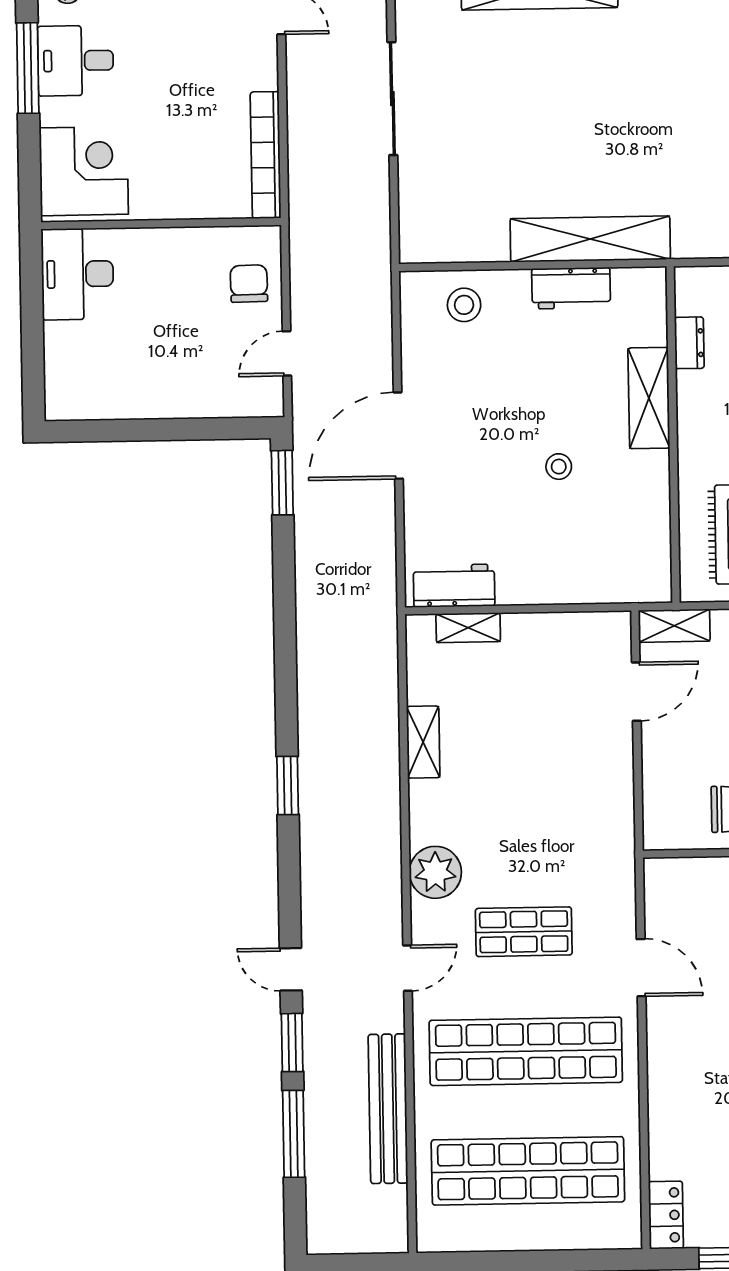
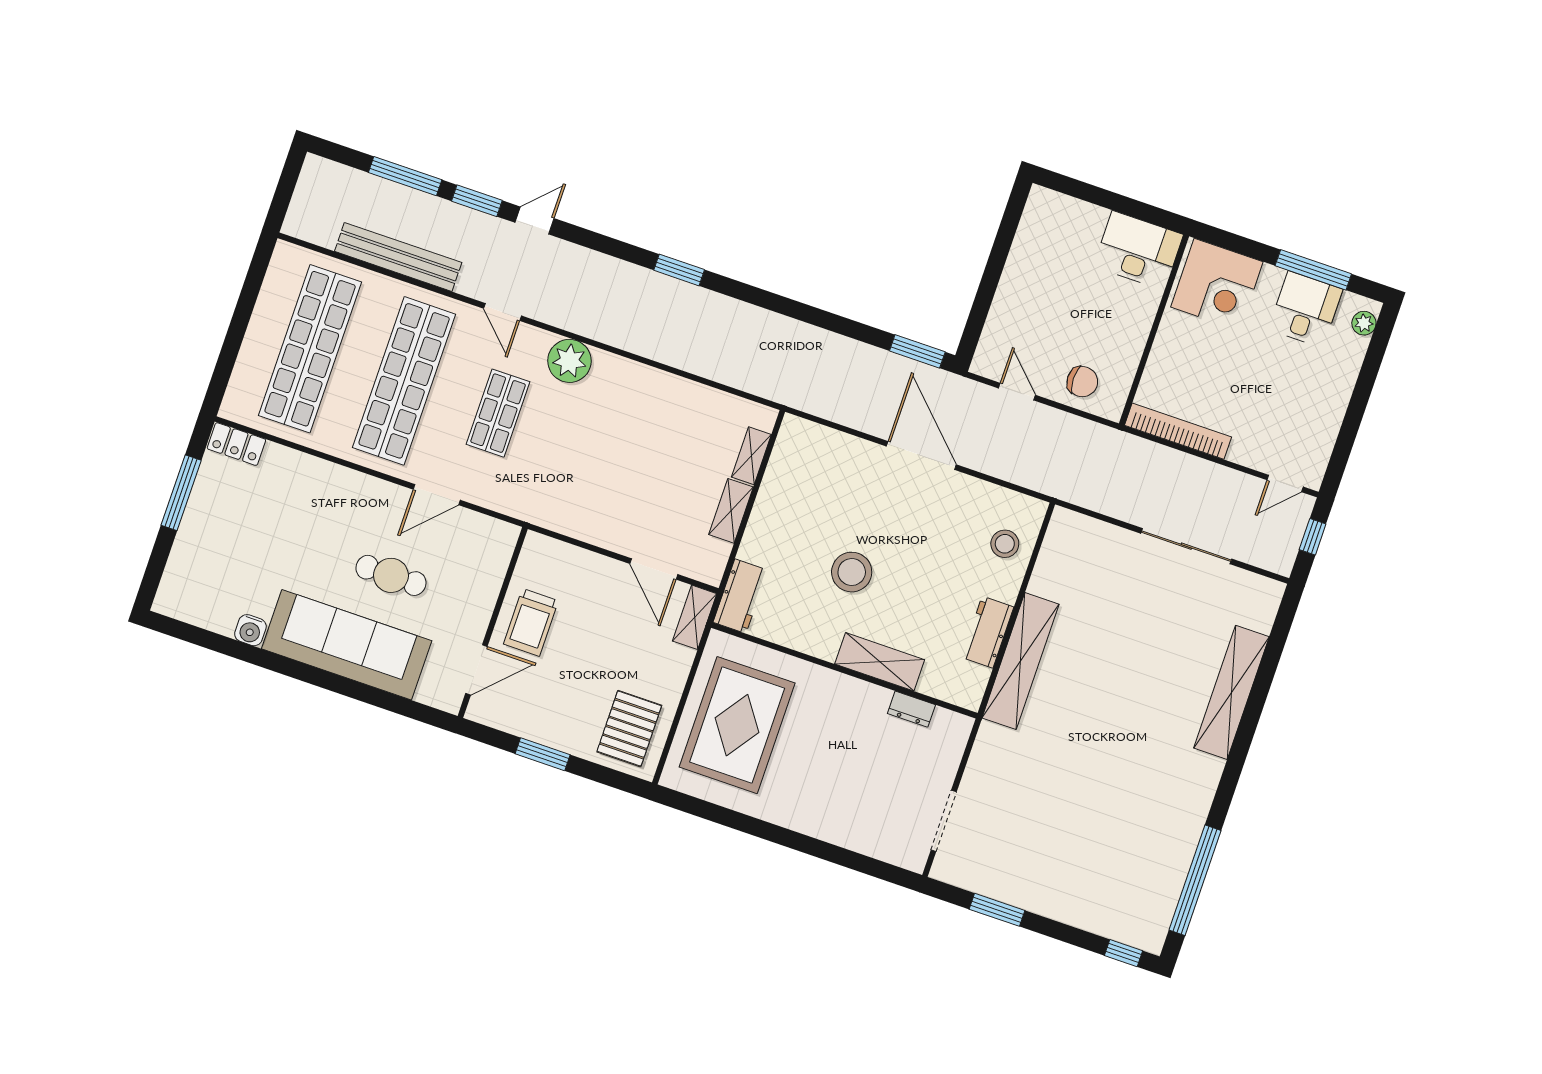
stool: (559, 467) -> (852, 572), width x1.89, depth x1.89
workbench: (454, 586) -> (740, 596), moved
shelving: (423, 742) -> (731, 511), moved, turned 90

